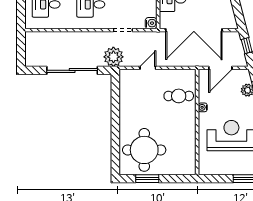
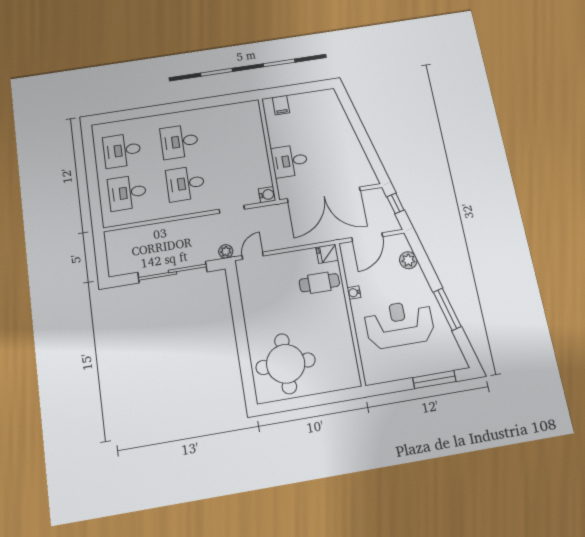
plant: (113, 57) -> (226, 251), width x0.53, depth x0.53
door: (148, 68) -> (253, 256), moved
fridge: (188, 75) -> (327, 254), added
window: (147, 179) -> (296, 403), removed

